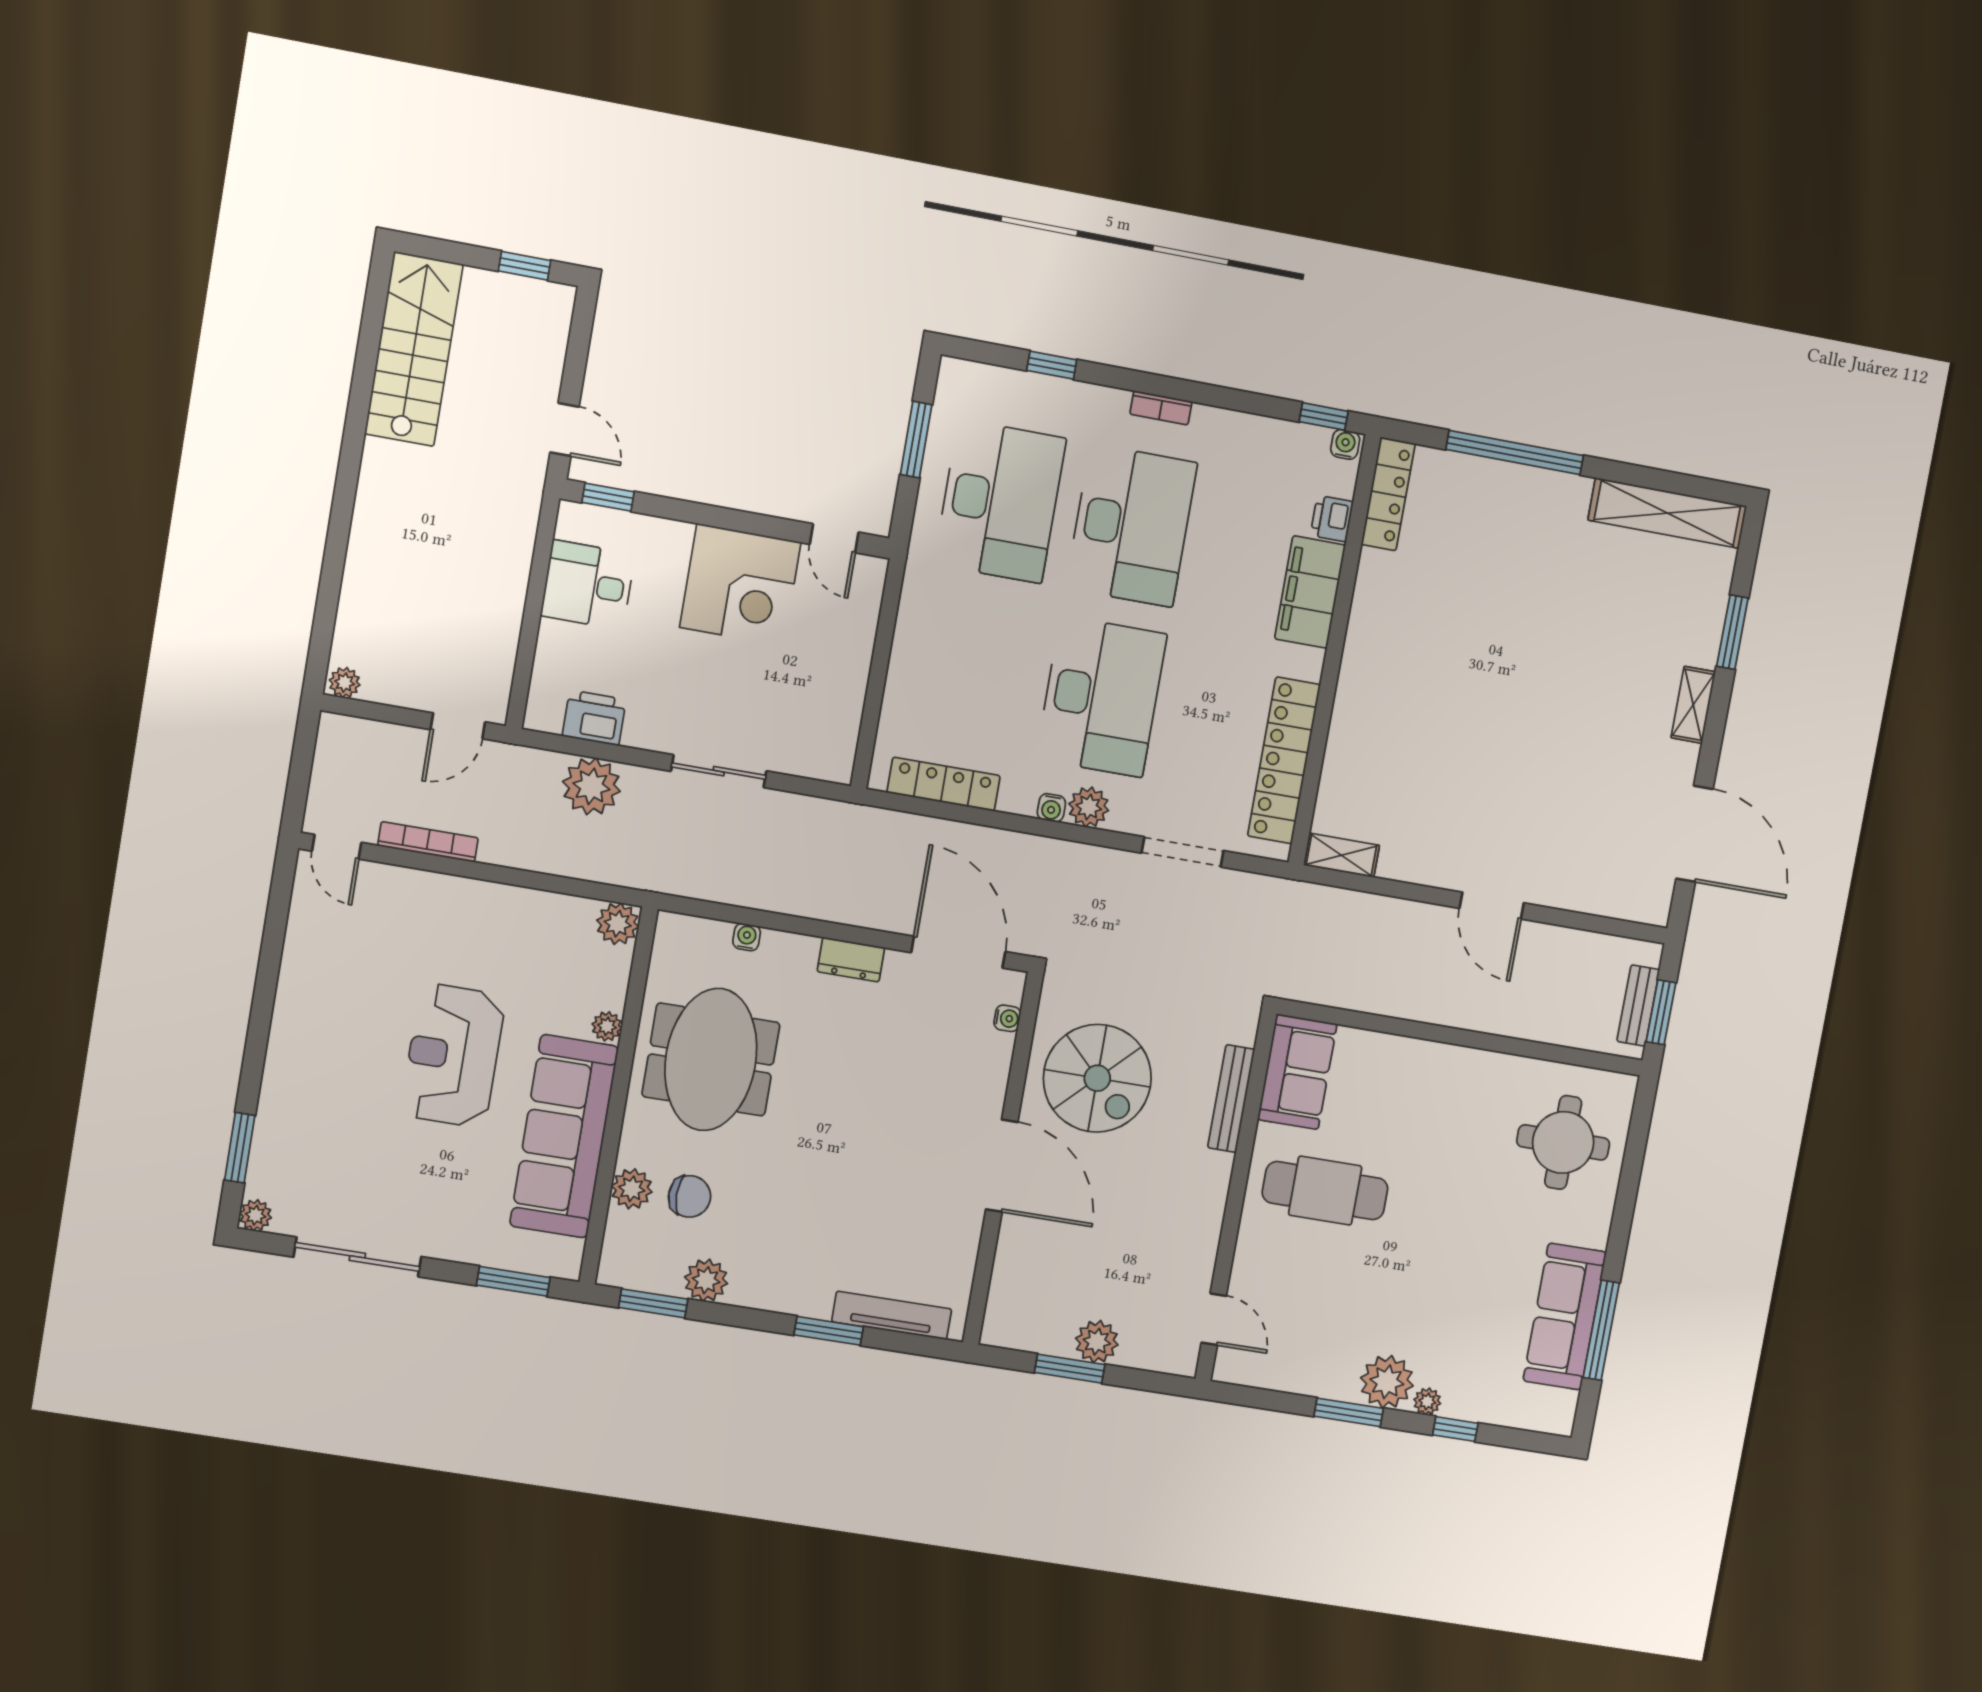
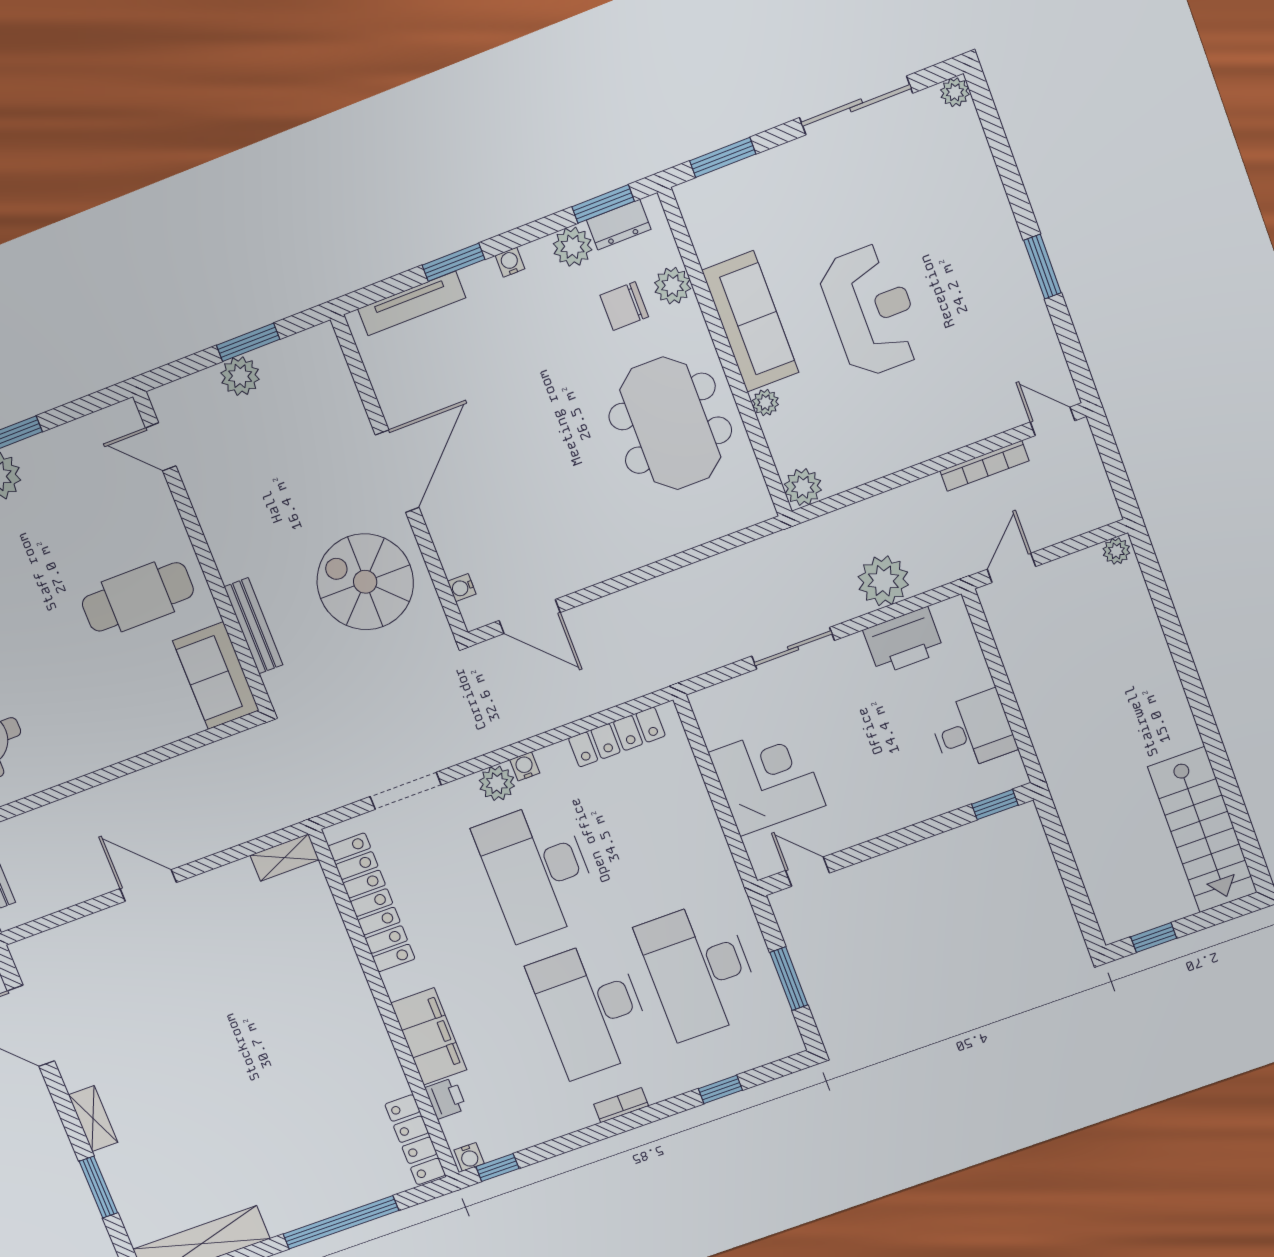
door: (565, 430) -> (1056, 835), removed
corner desk: (740, 585) -> (767, 779), moved, turned 90
printer: (594, 718) -> (903, 641), width x1.37, depth x1.19
water cooler: (747, 937) -> (510, 262), moved, turned 180
door: (958, 952) -> (530, 617), width x0.73
dresser: (851, 960) -> (619, 225), moved, turned 180
sofa: (564, 1136) -> (750, 321), width x0.74, depth x0.79
window: (240, 1148) -> (1042, 267), moved
door: (1002, 1166) -> (397, 471), swing flipped

